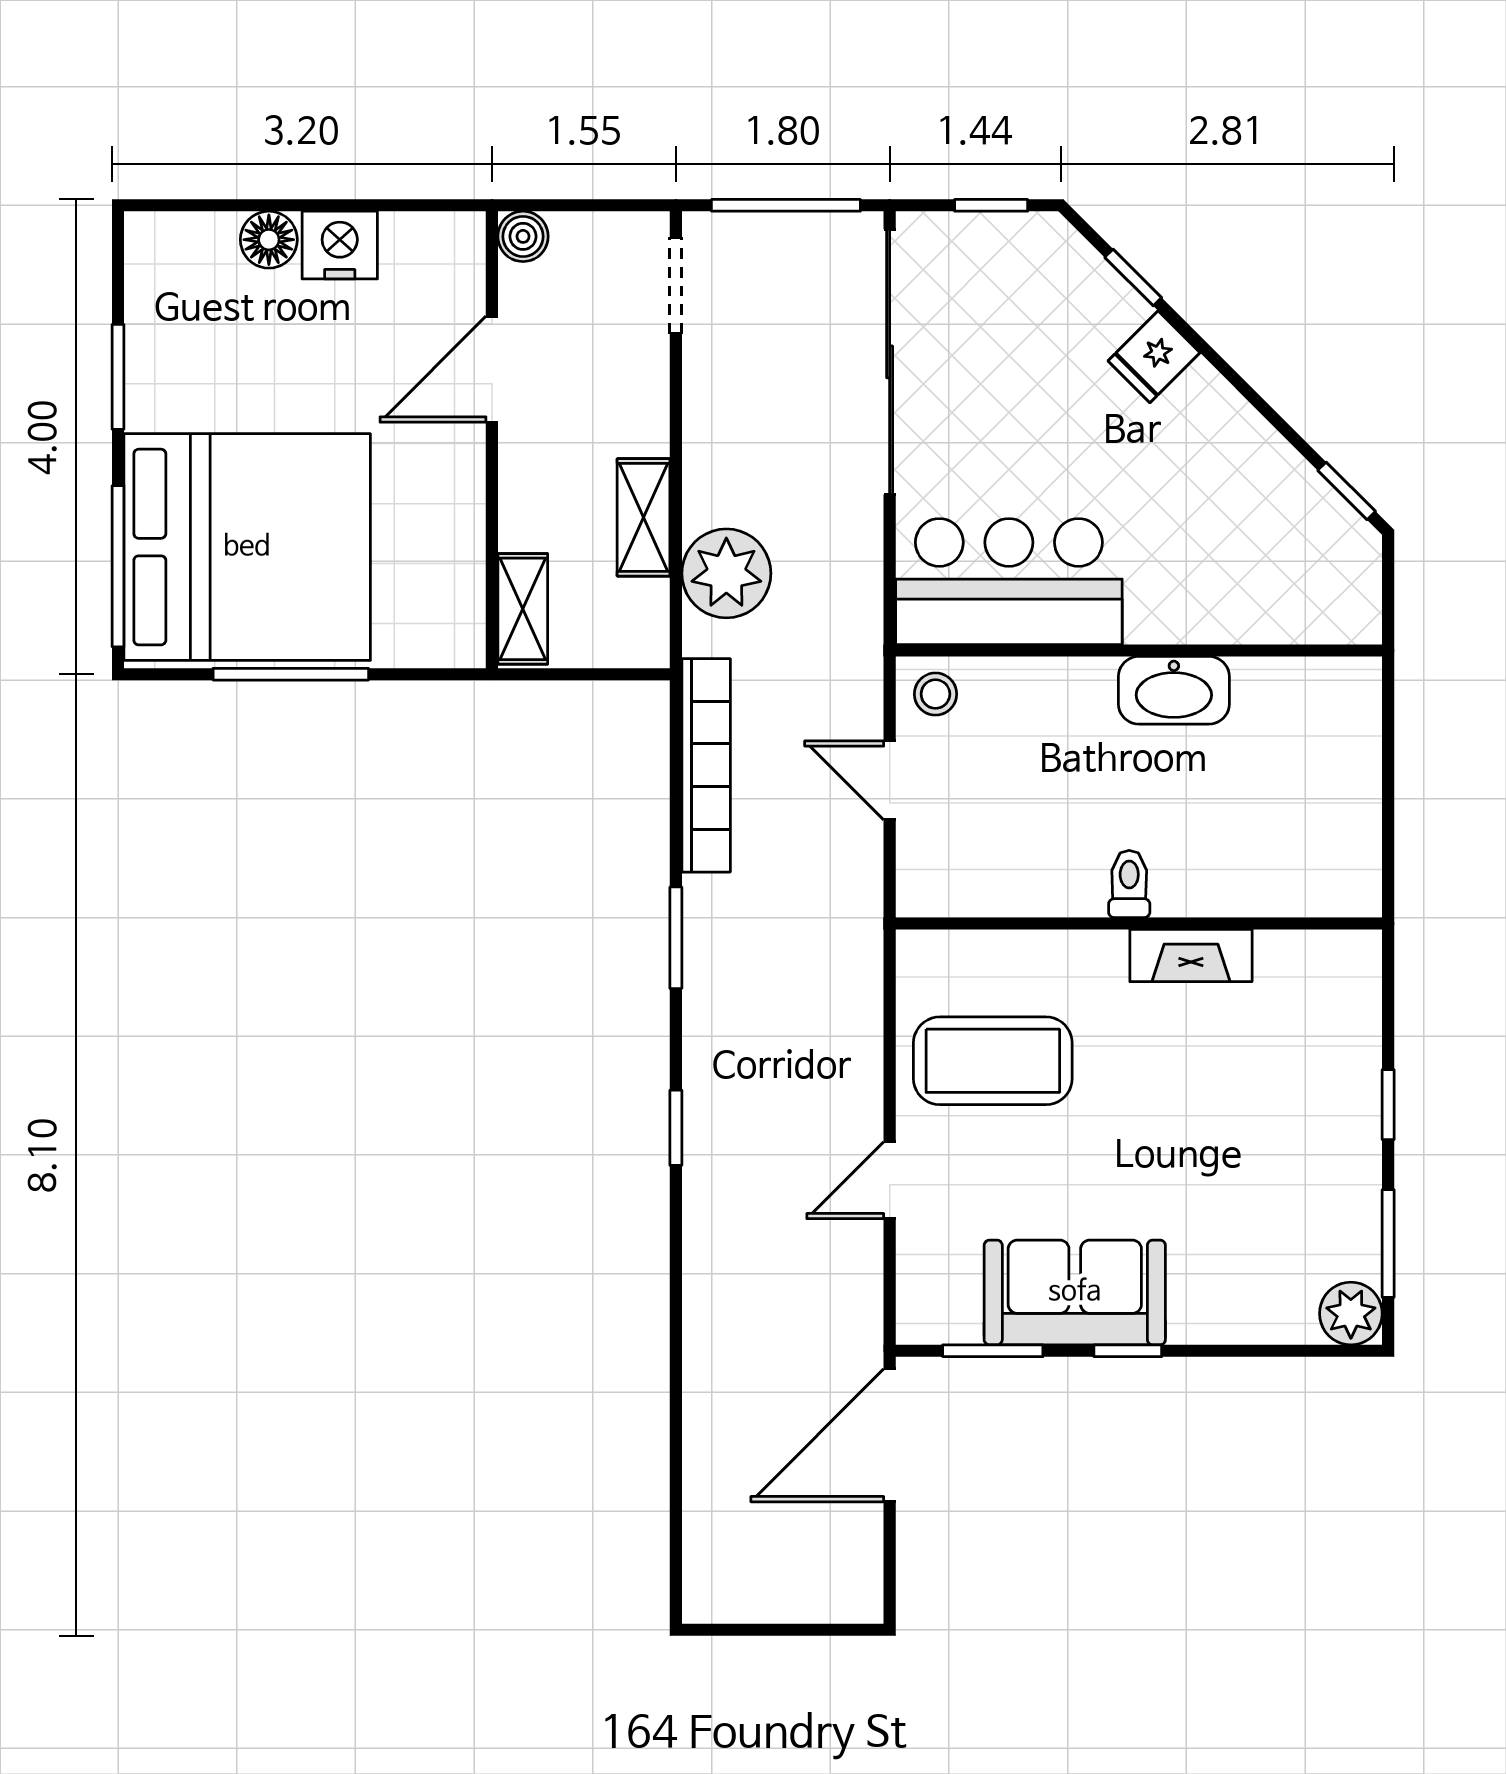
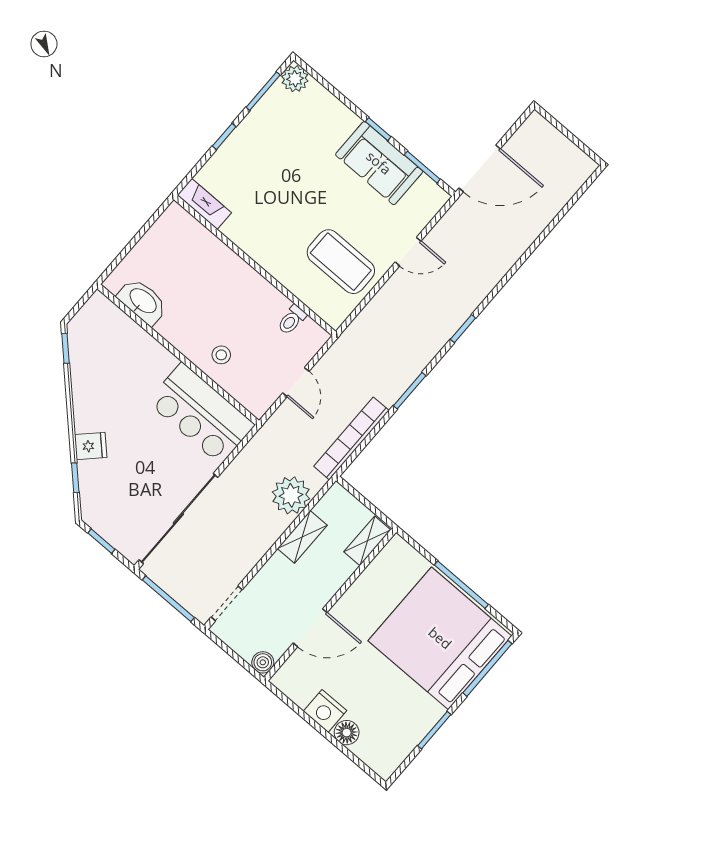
washbasin: (1174, 690) -> (143, 301), moved
stool: (935, 694) -> (221, 355), moved
toilet: (1129, 884) -> (292, 320), moved
fireplace: (1191, 956) -> (204, 204), moved

